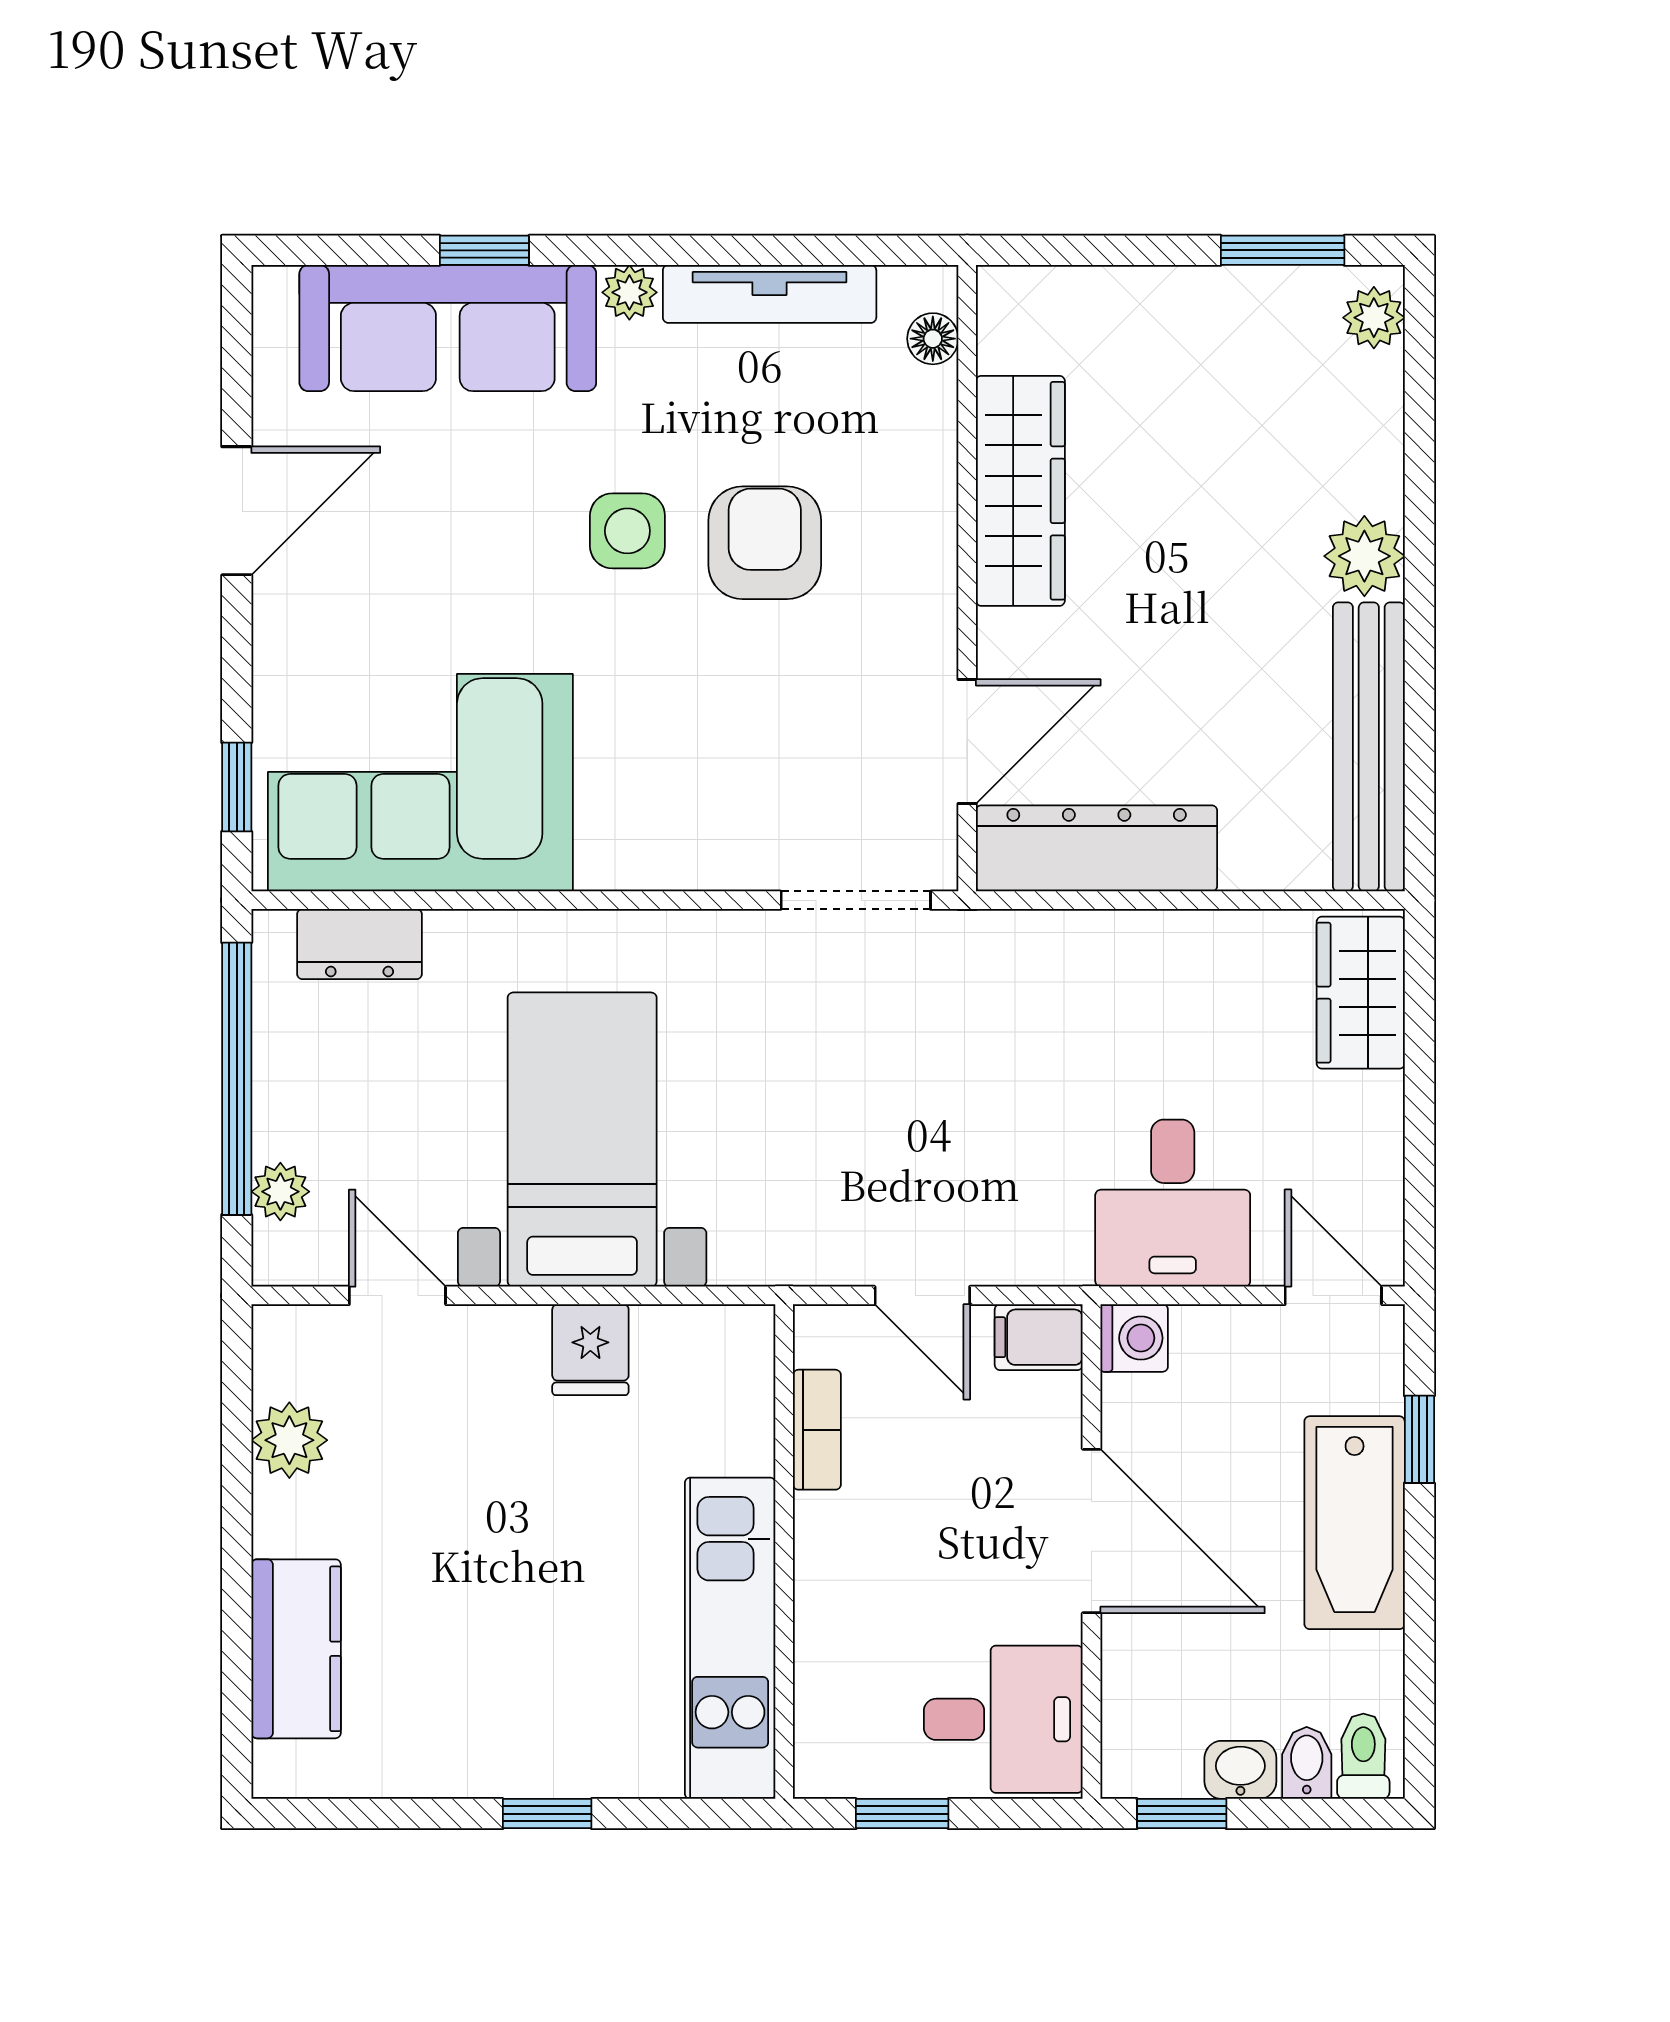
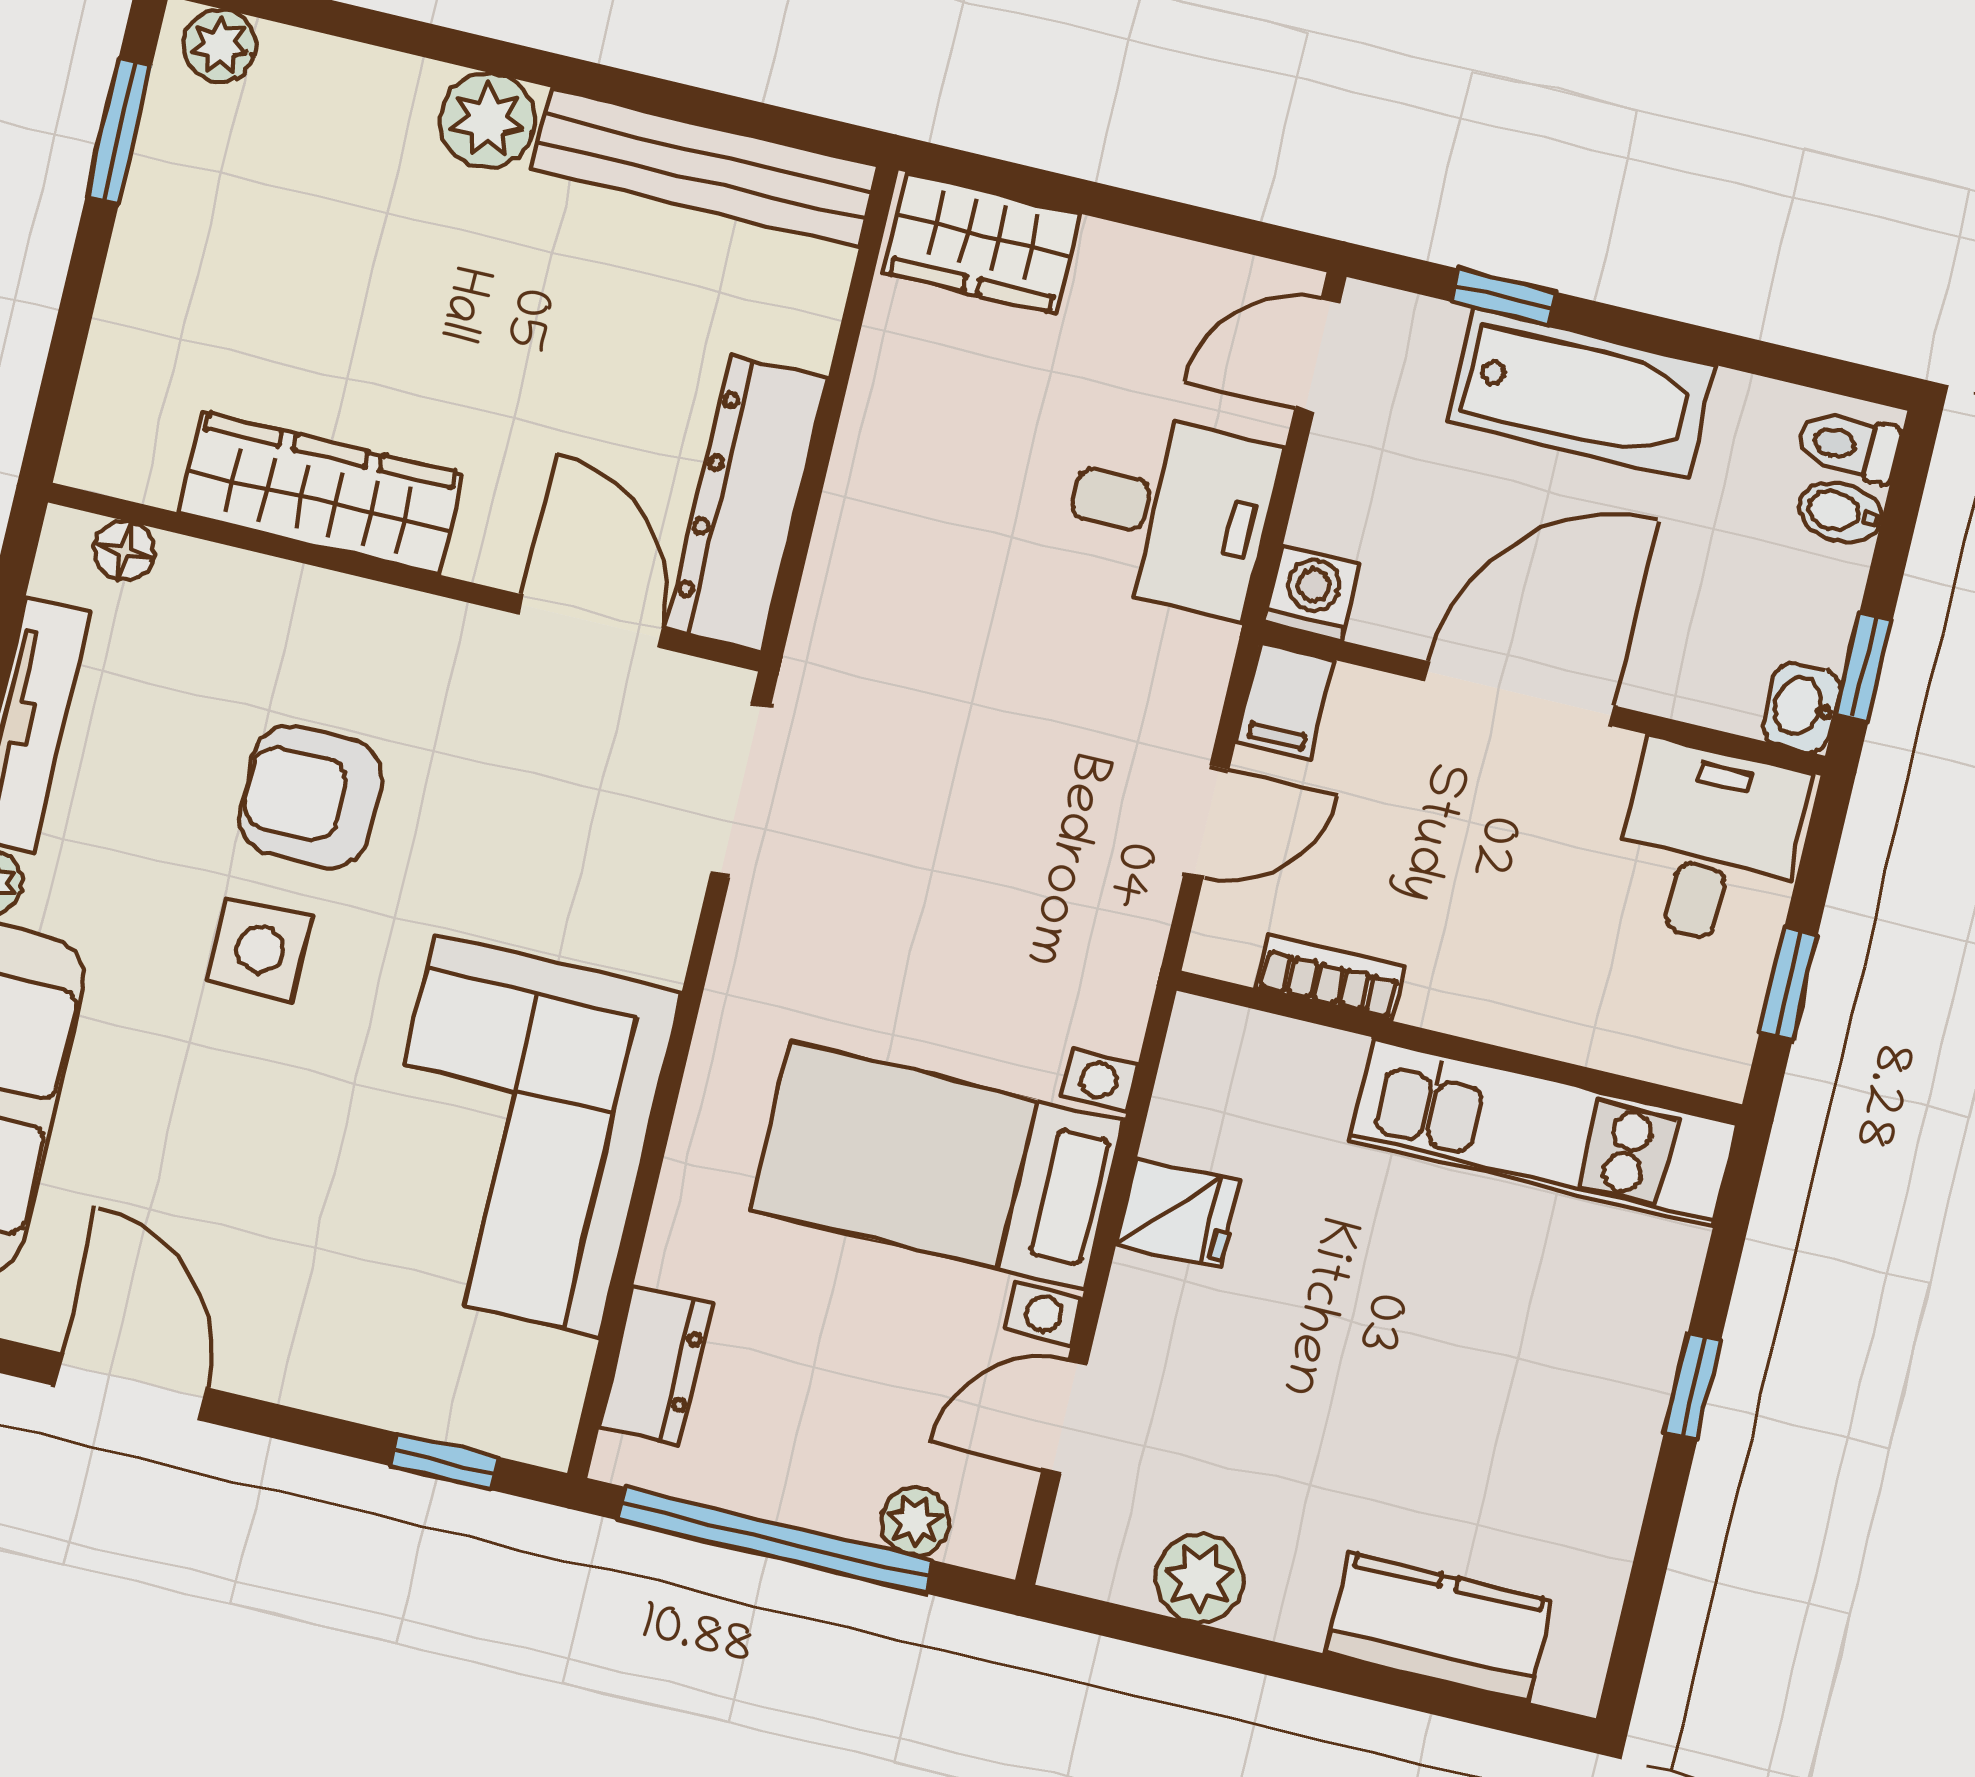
corner sofa: (420, 783) -> (517, 1135), moved
washbasin: (1240, 1770) -> (1802, 707), moved

